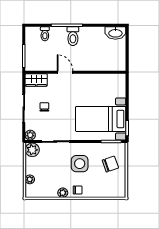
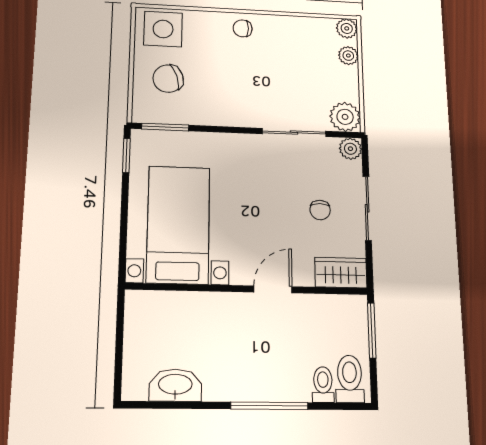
washbasin: (115, 33) -> (175, 385), moved
toilet: (73, 36) -> (350, 379), moved
door: (65, 72) -> (273, 289), swing flipped
bed with nightstands: (101, 119) -> (178, 225), moved, turned -90
side table: (80, 164) -> (163, 29), moved
plant: (63, 193) -> (347, 28), moved

